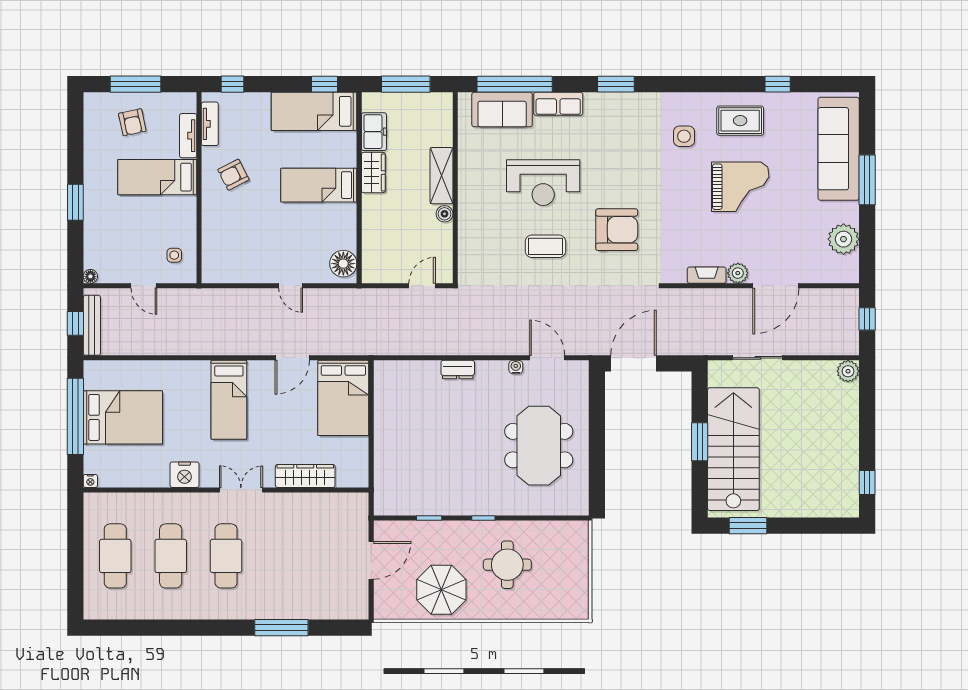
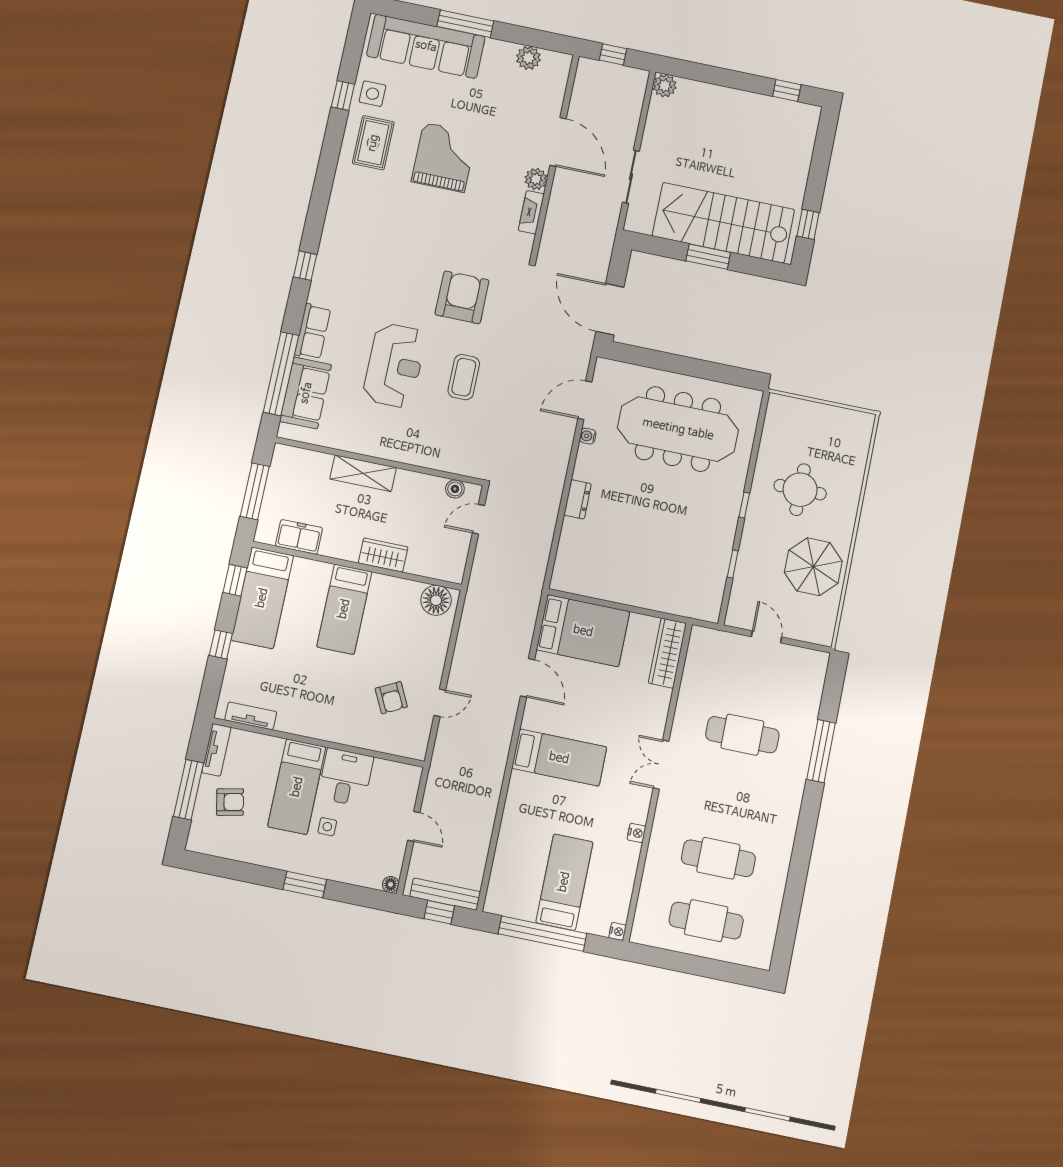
window: (232, 84) -> (221, 644), moved
window: (616, 84) -> (305, 266), width x0.67
tv unit: (188, 136) -> (216, 750), moved, turned -90
side table: (684, 136) -> (372, 94), moved
wardrobe: (373, 173) -> (383, 555), moved
armchair: (233, 175) -> (391, 698), moved
boiler: (444, 214) -> (455, 489), moved
desk: (174, 218) -> (345, 777), added
plant: (844, 239) -> (528, 58), width x0.73, depth x0.73
side table: (174, 255) -> (327, 827), moved
door: (144, 286) -> (414, 826), hinge flipped
door: (291, 286) -> (440, 703), moved
door: (422, 286) -> (478, 519), hinge flipped
bed: (123, 417) -> (564, 882), width x0.67
meeting table: (539, 446) -> (678, 429), width x1.36
nightstand: (185, 475) -> (636, 833), width x0.53, depth x0.56
wardrobe: (305, 476) -> (667, 653), moved
window: (748, 526) -> (808, 224), width x0.67
cafe table: (226, 556) -> (742, 735), moved
door: (371, 560) -> (766, 637), width x0.73

